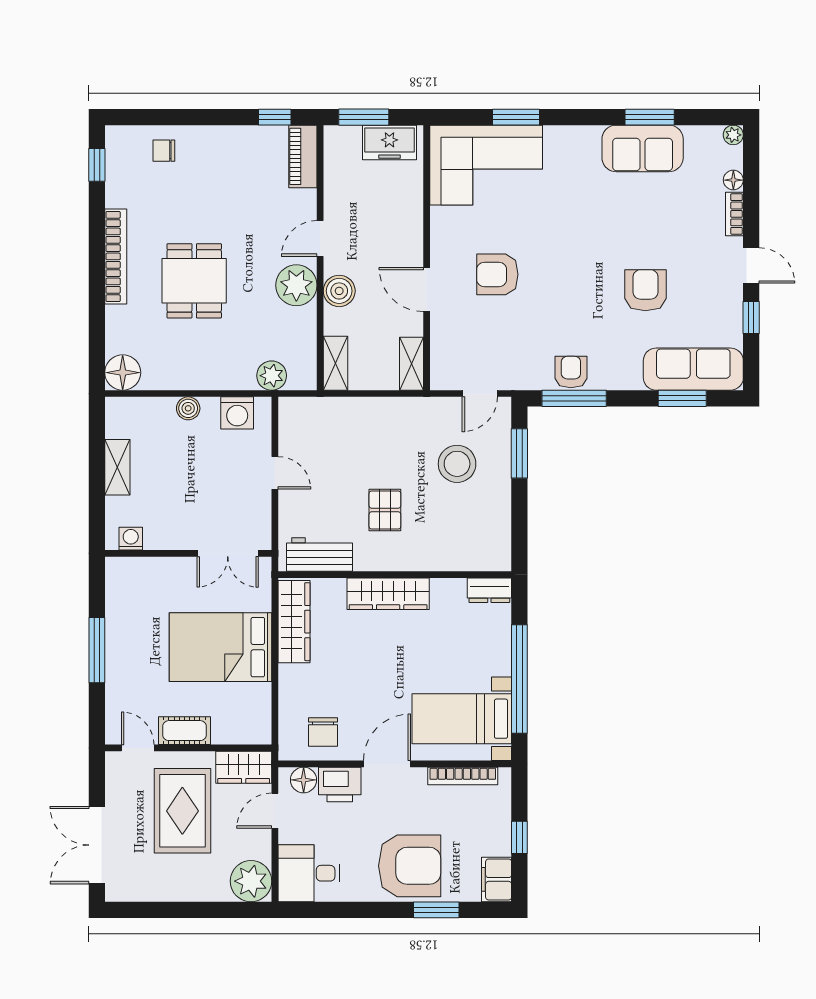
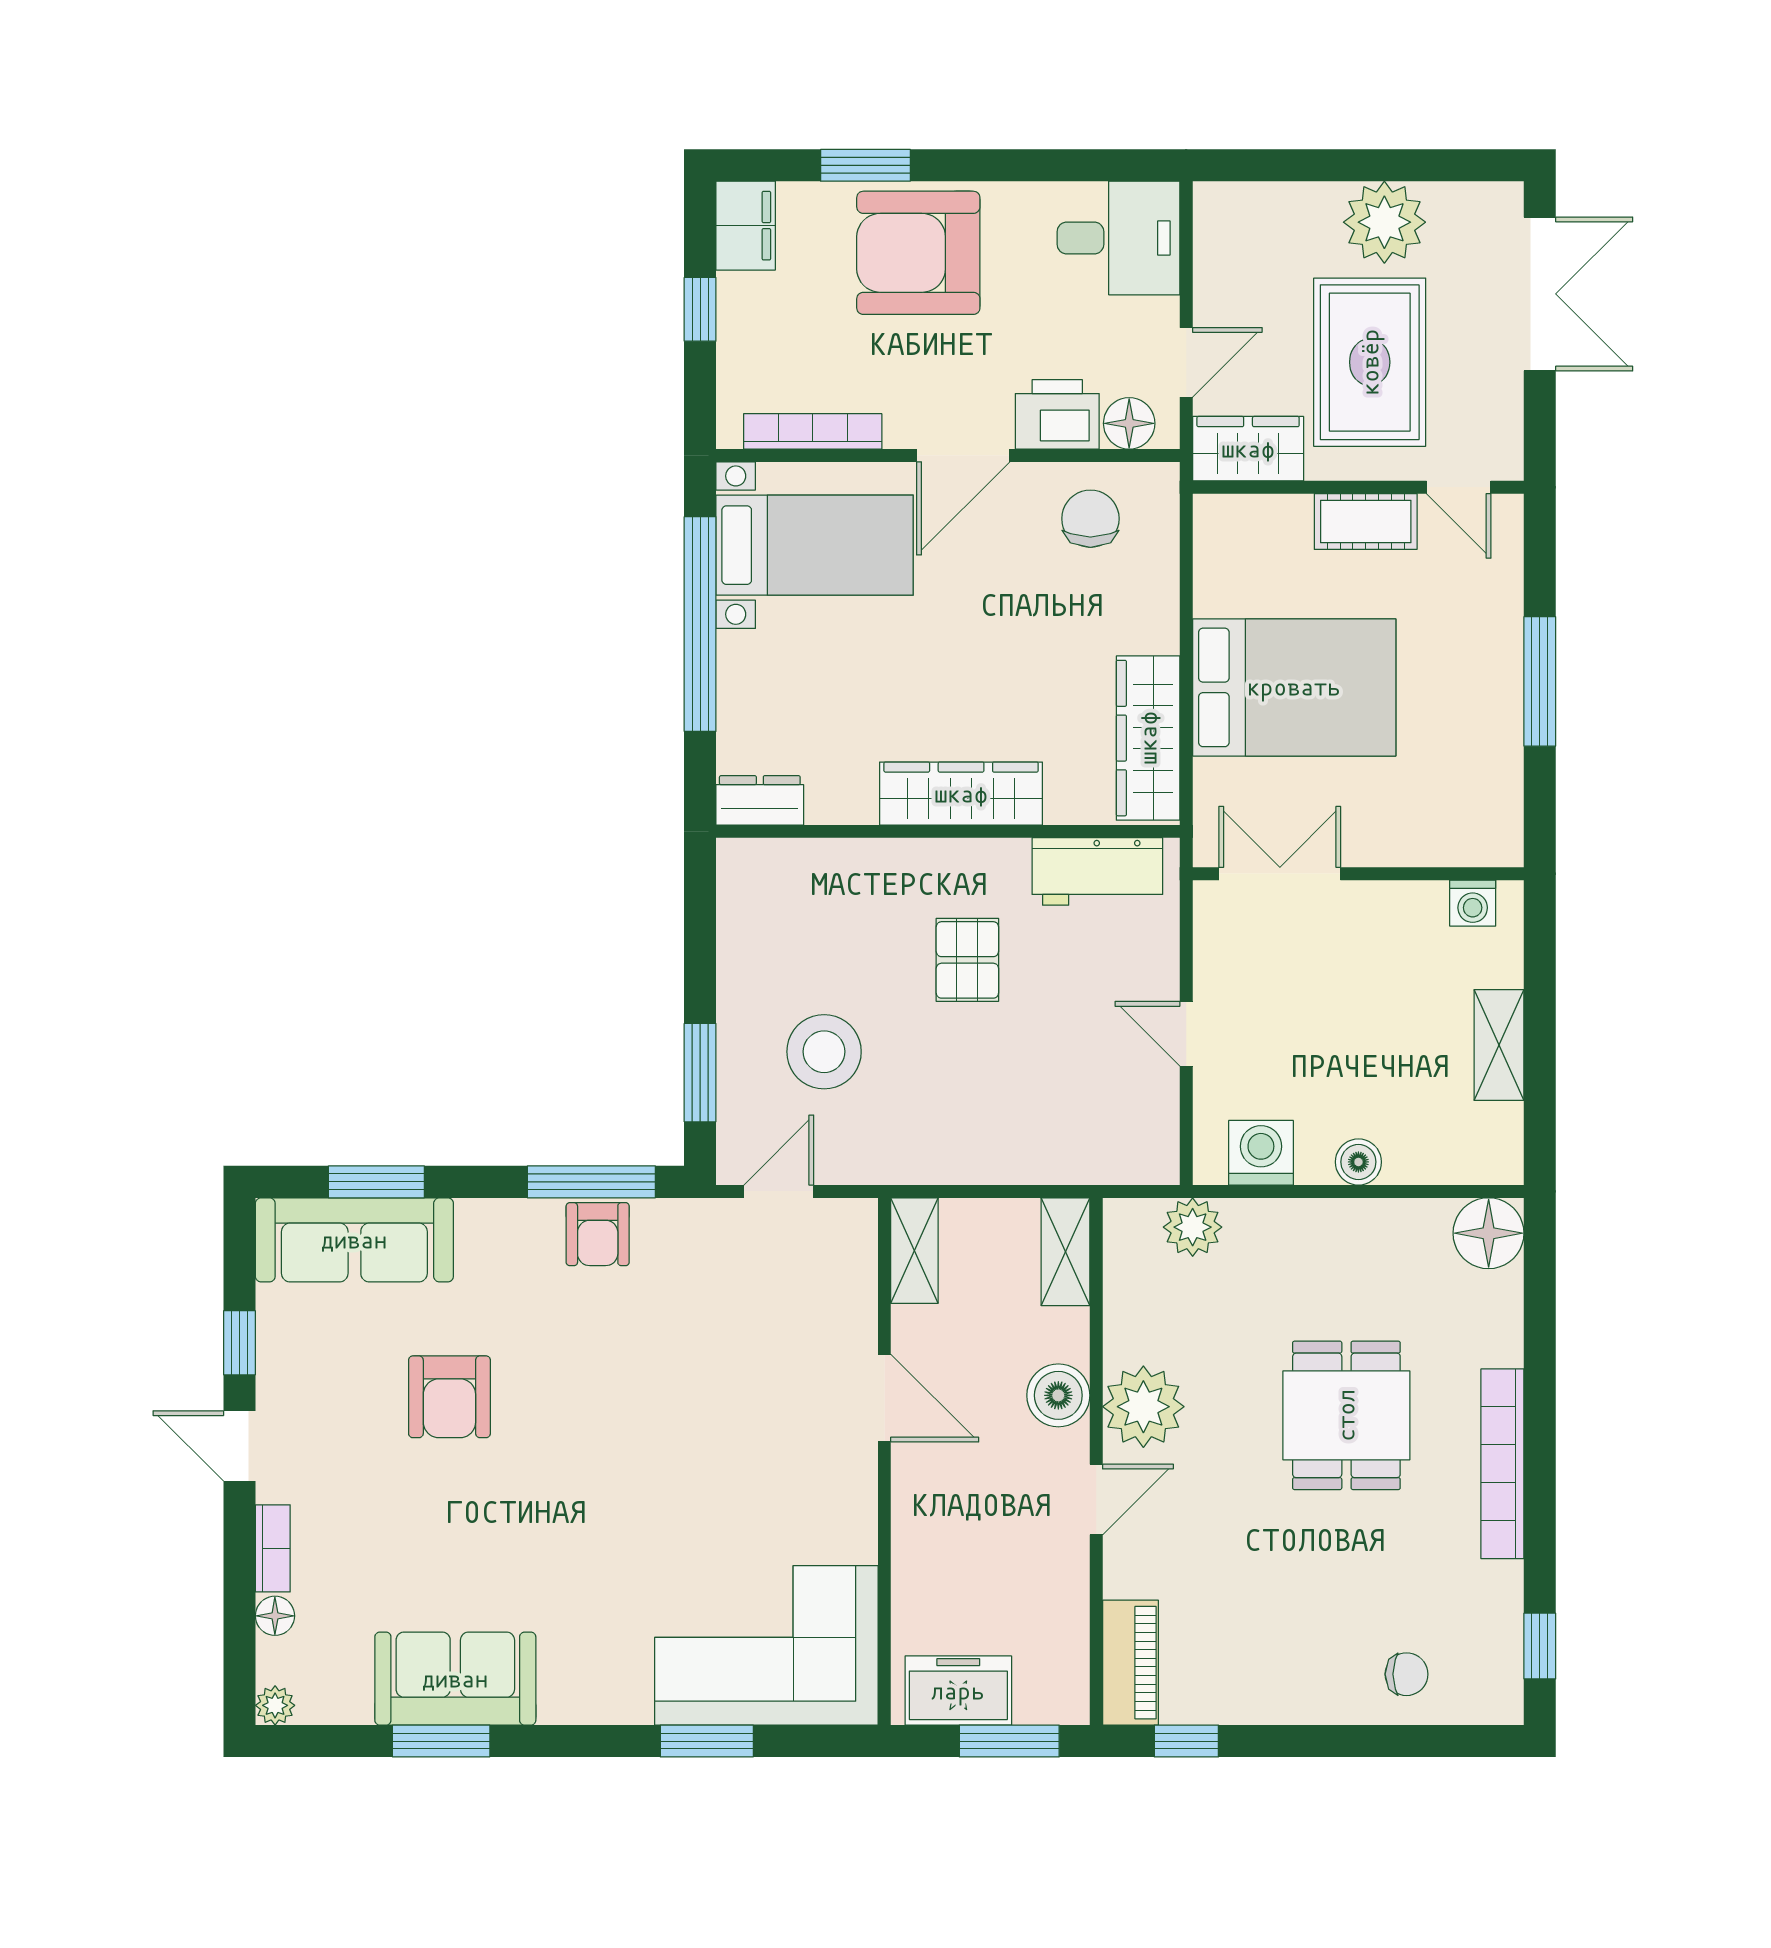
armchair: (497, 274) -> (744, 1428), removed
plant: (251, 881) -> (1384, 222), moved

